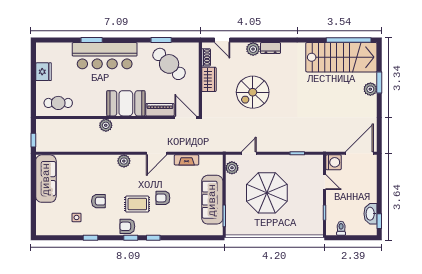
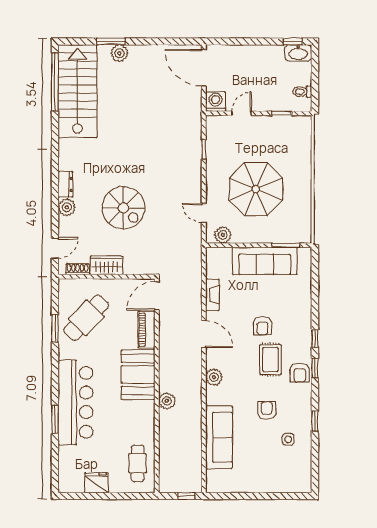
sofa: (46, 179) -> (219, 437), moved, turned 90
washbasin: (371, 214) -> (298, 53), moved

